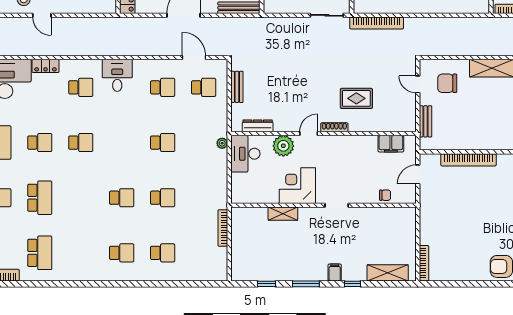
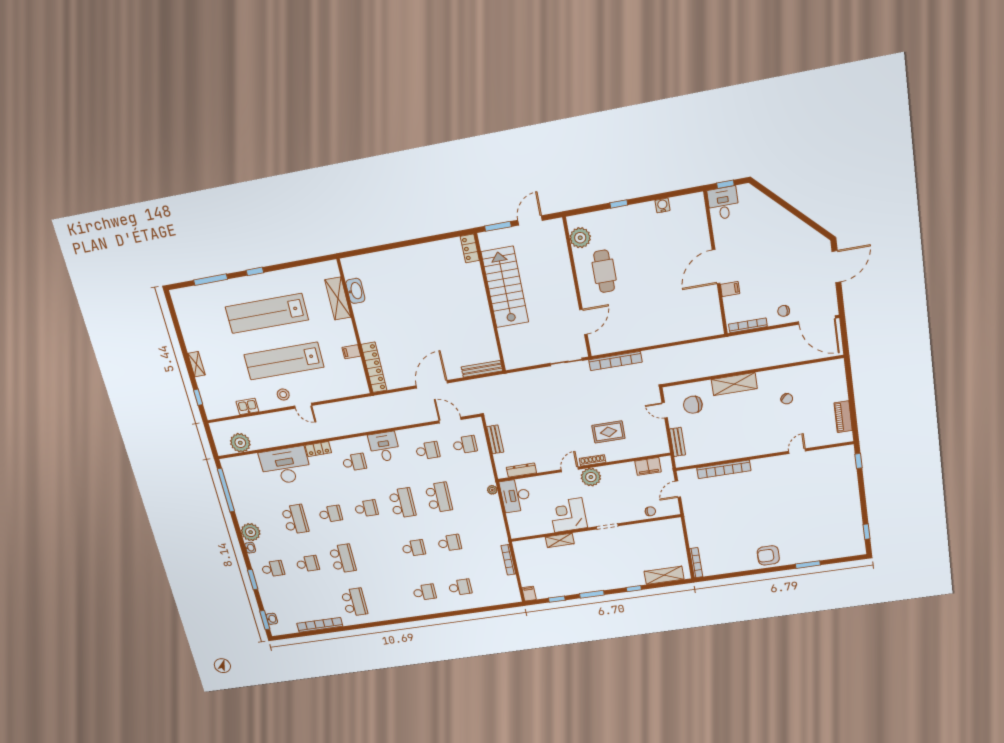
school desk: (122, 143) -> (402, 503), added
school desk: (163, 143) -> (439, 497), width x1.85
plant: (283, 146) -> (591, 477), moved
filing cabinet: (335, 272) -> (529, 594), moved

